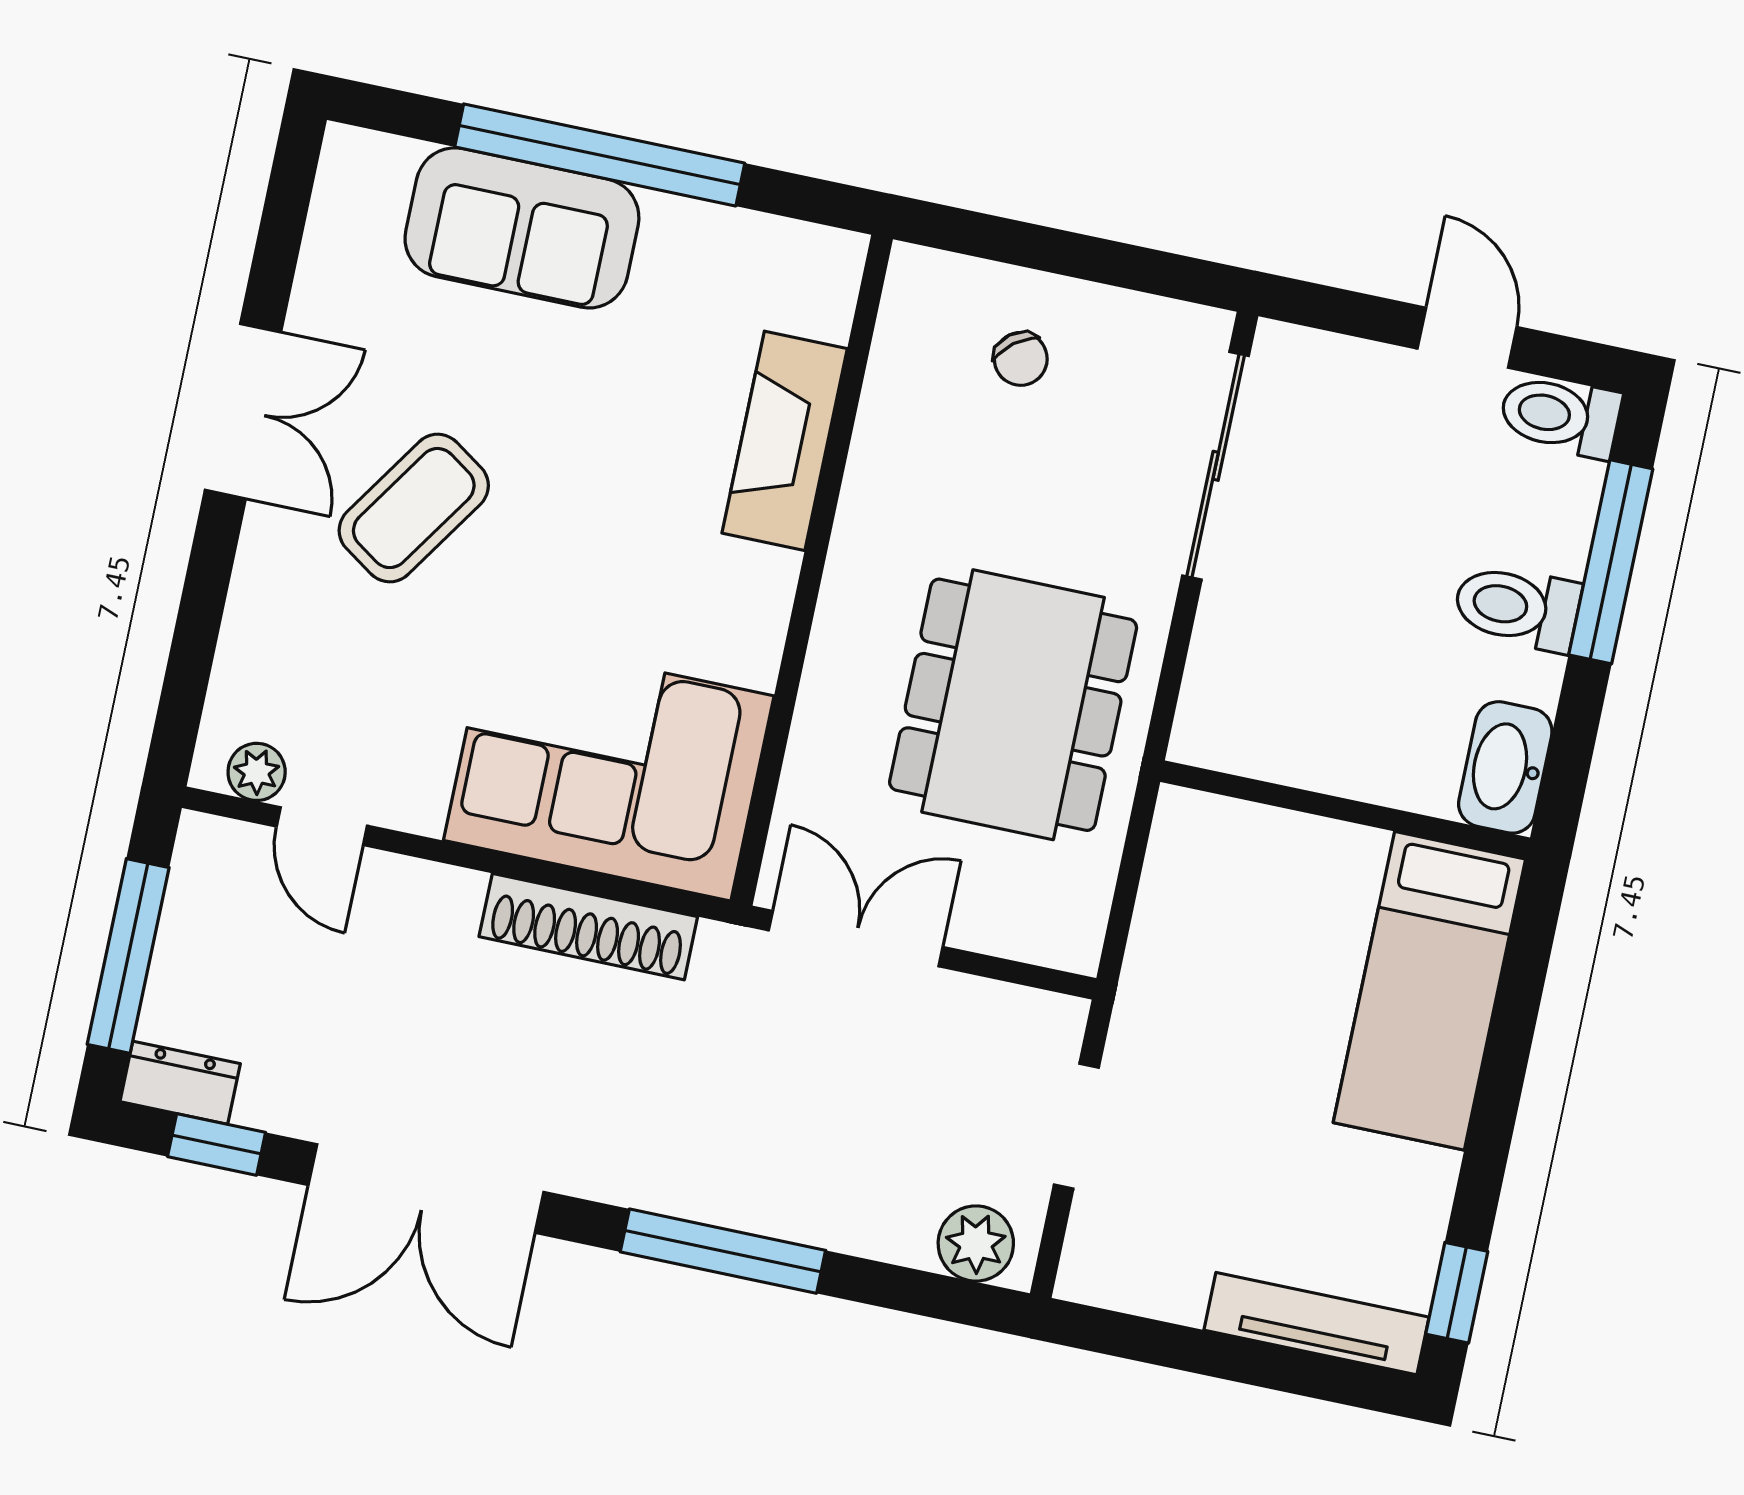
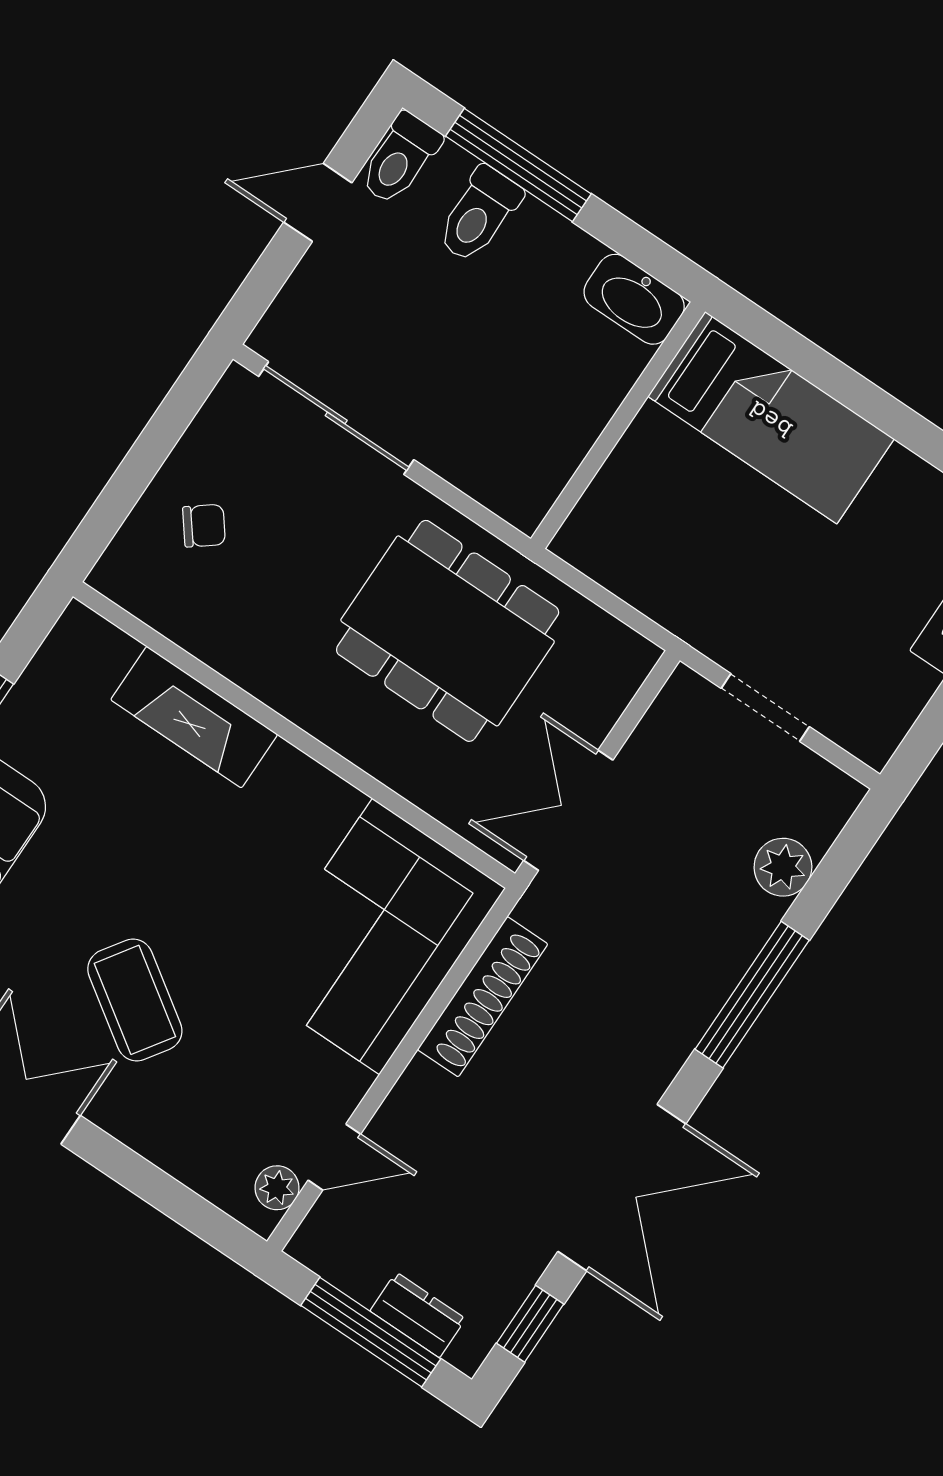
toilet: (1517, 607) -> (479, 215), moved
dresser: (180, 1083) -> (418, 1315), moved, turned 90
plant: (976, 1243) -> (783, 867), moved

